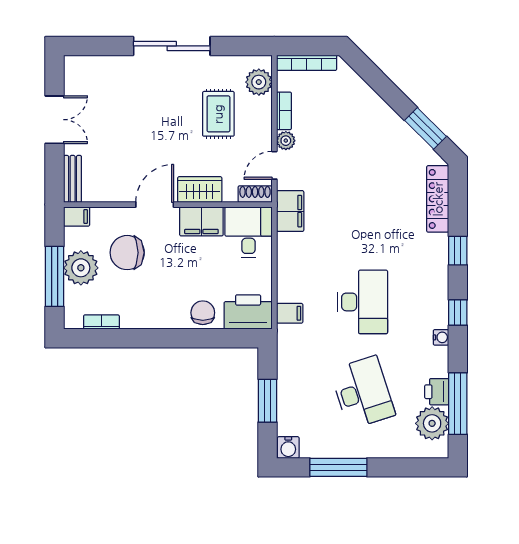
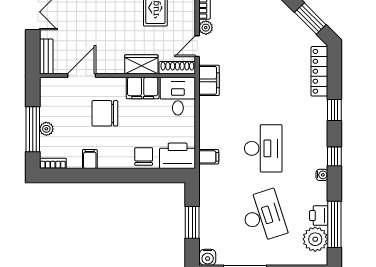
shoe rack: (255, 194) -> (177, 68), width x1.43
door: (155, 205) -> (82, 75), moved
filing cabinet: (77, 217) -> (90, 159), moved, turned -90
chair: (127, 253) -> (105, 113), moved
plant: (81, 268) -> (46, 129), width x0.53, depth x0.53
bookcase: (101, 322) -> (53, 163), moved

